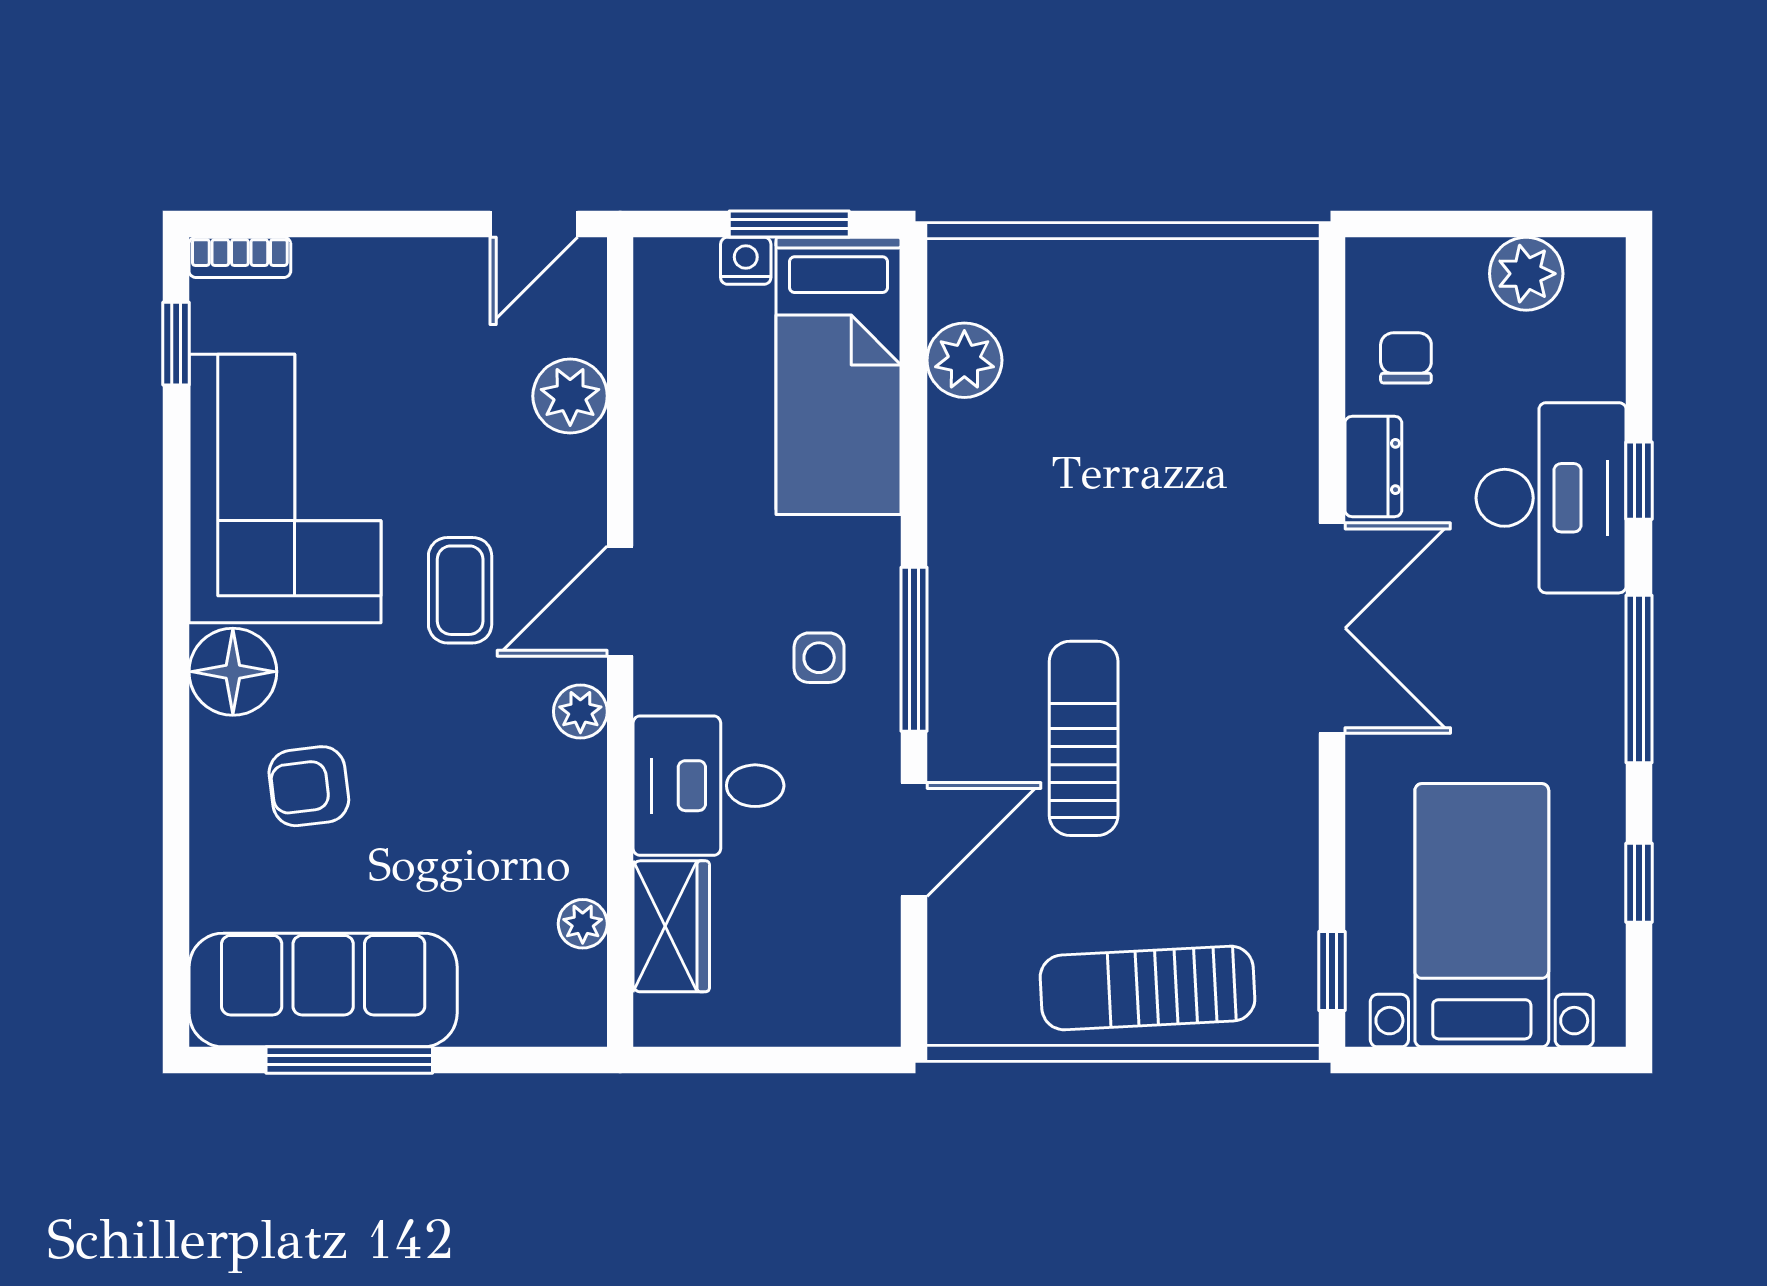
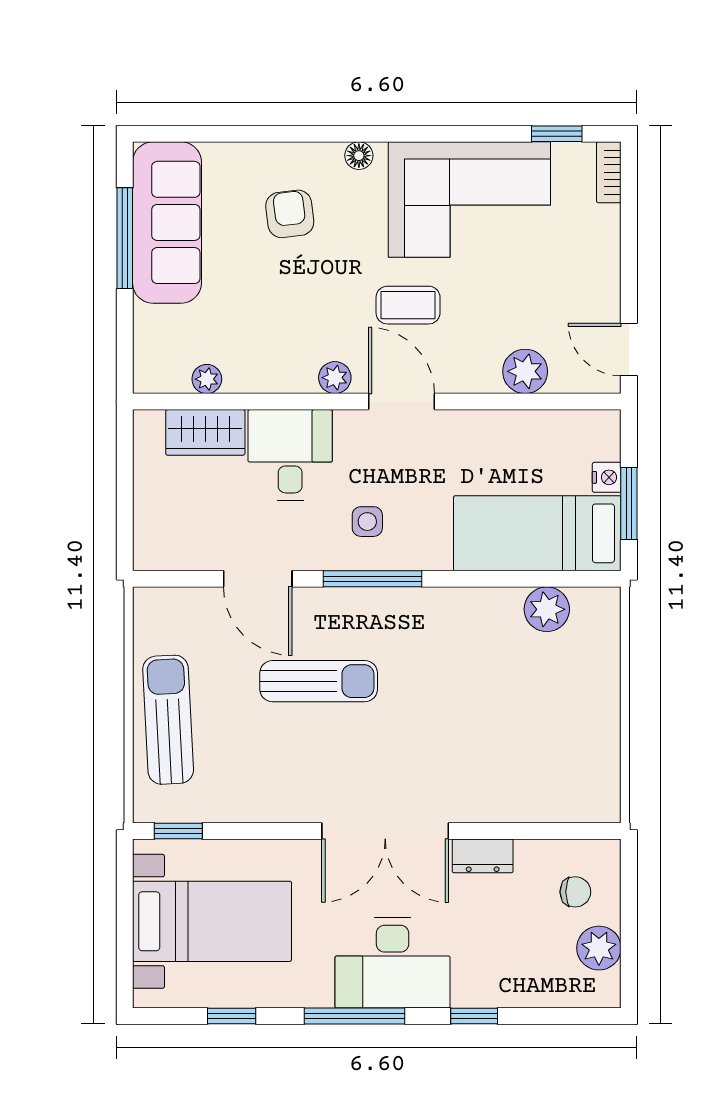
chair: (1406, 358) -> (575, 892), moved
desk: (1551, 498) -> (393, 963), moved
floor lamp: (233, 672) -> (359, 156), width x0.53, depth x0.53

